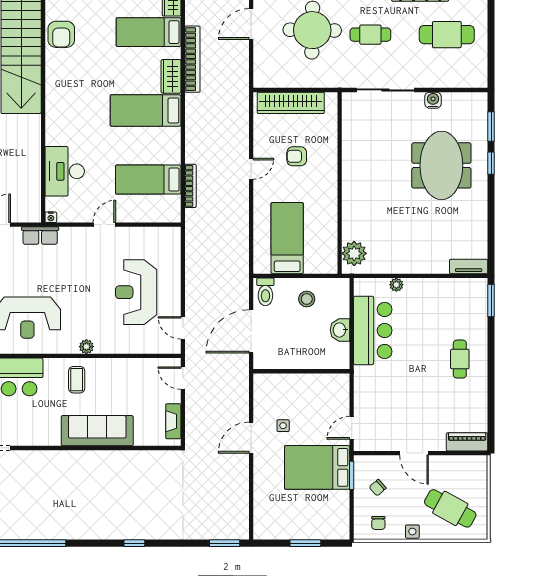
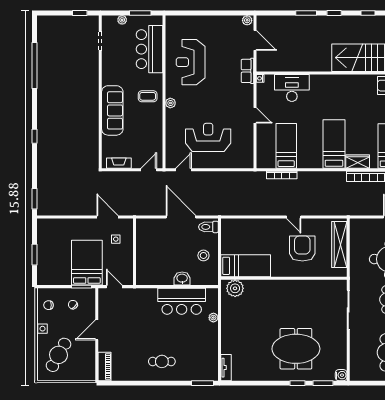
water cooler: (433, 100) -> (341, 375), moved
armchair: (297, 156) -> (302, 249), width x1.88, depth x1.88
bed: (287, 238) -> (246, 266), moved
wall: (301, 371) -> (135, 252), moved

